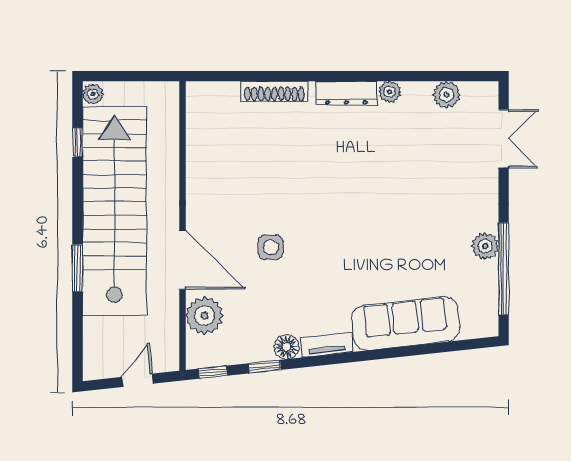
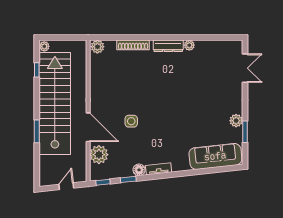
plant: (447, 95) -> (97, 47), moved
window: (504, 269) -> (245, 132), width x0.47
sofa: (406, 323) -> (215, 156), moved

